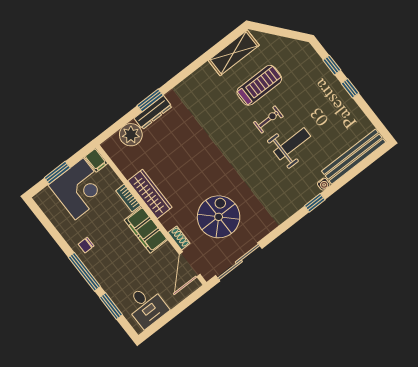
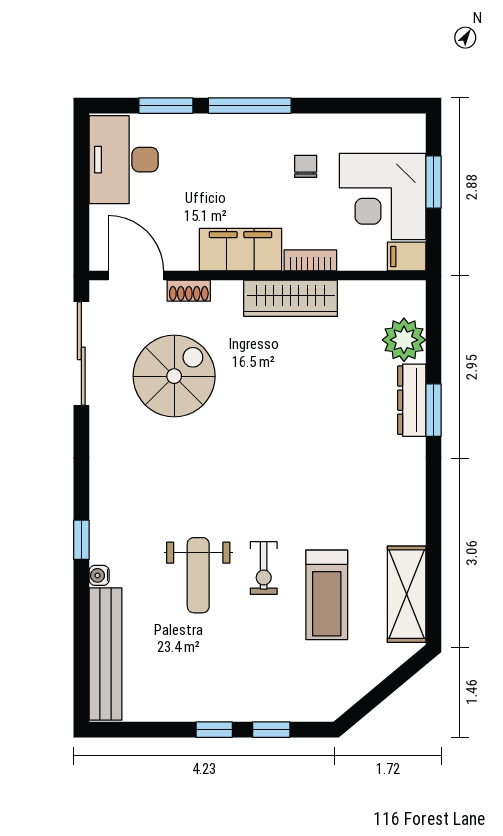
spiral stairs: (219, 217) -> (174, 376), turned -90
chair: (86, 245) -> (306, 166), moved
desk: (146, 306) -> (124, 160), width x1.37

